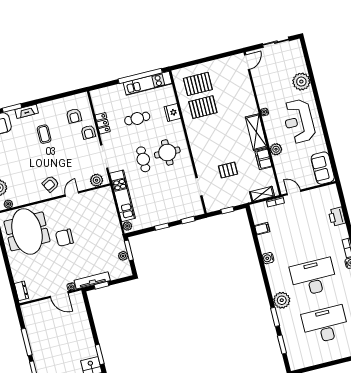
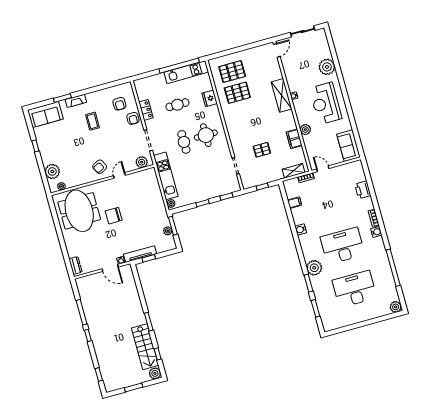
shelving: (256, 132) -> (282, 95), moved

